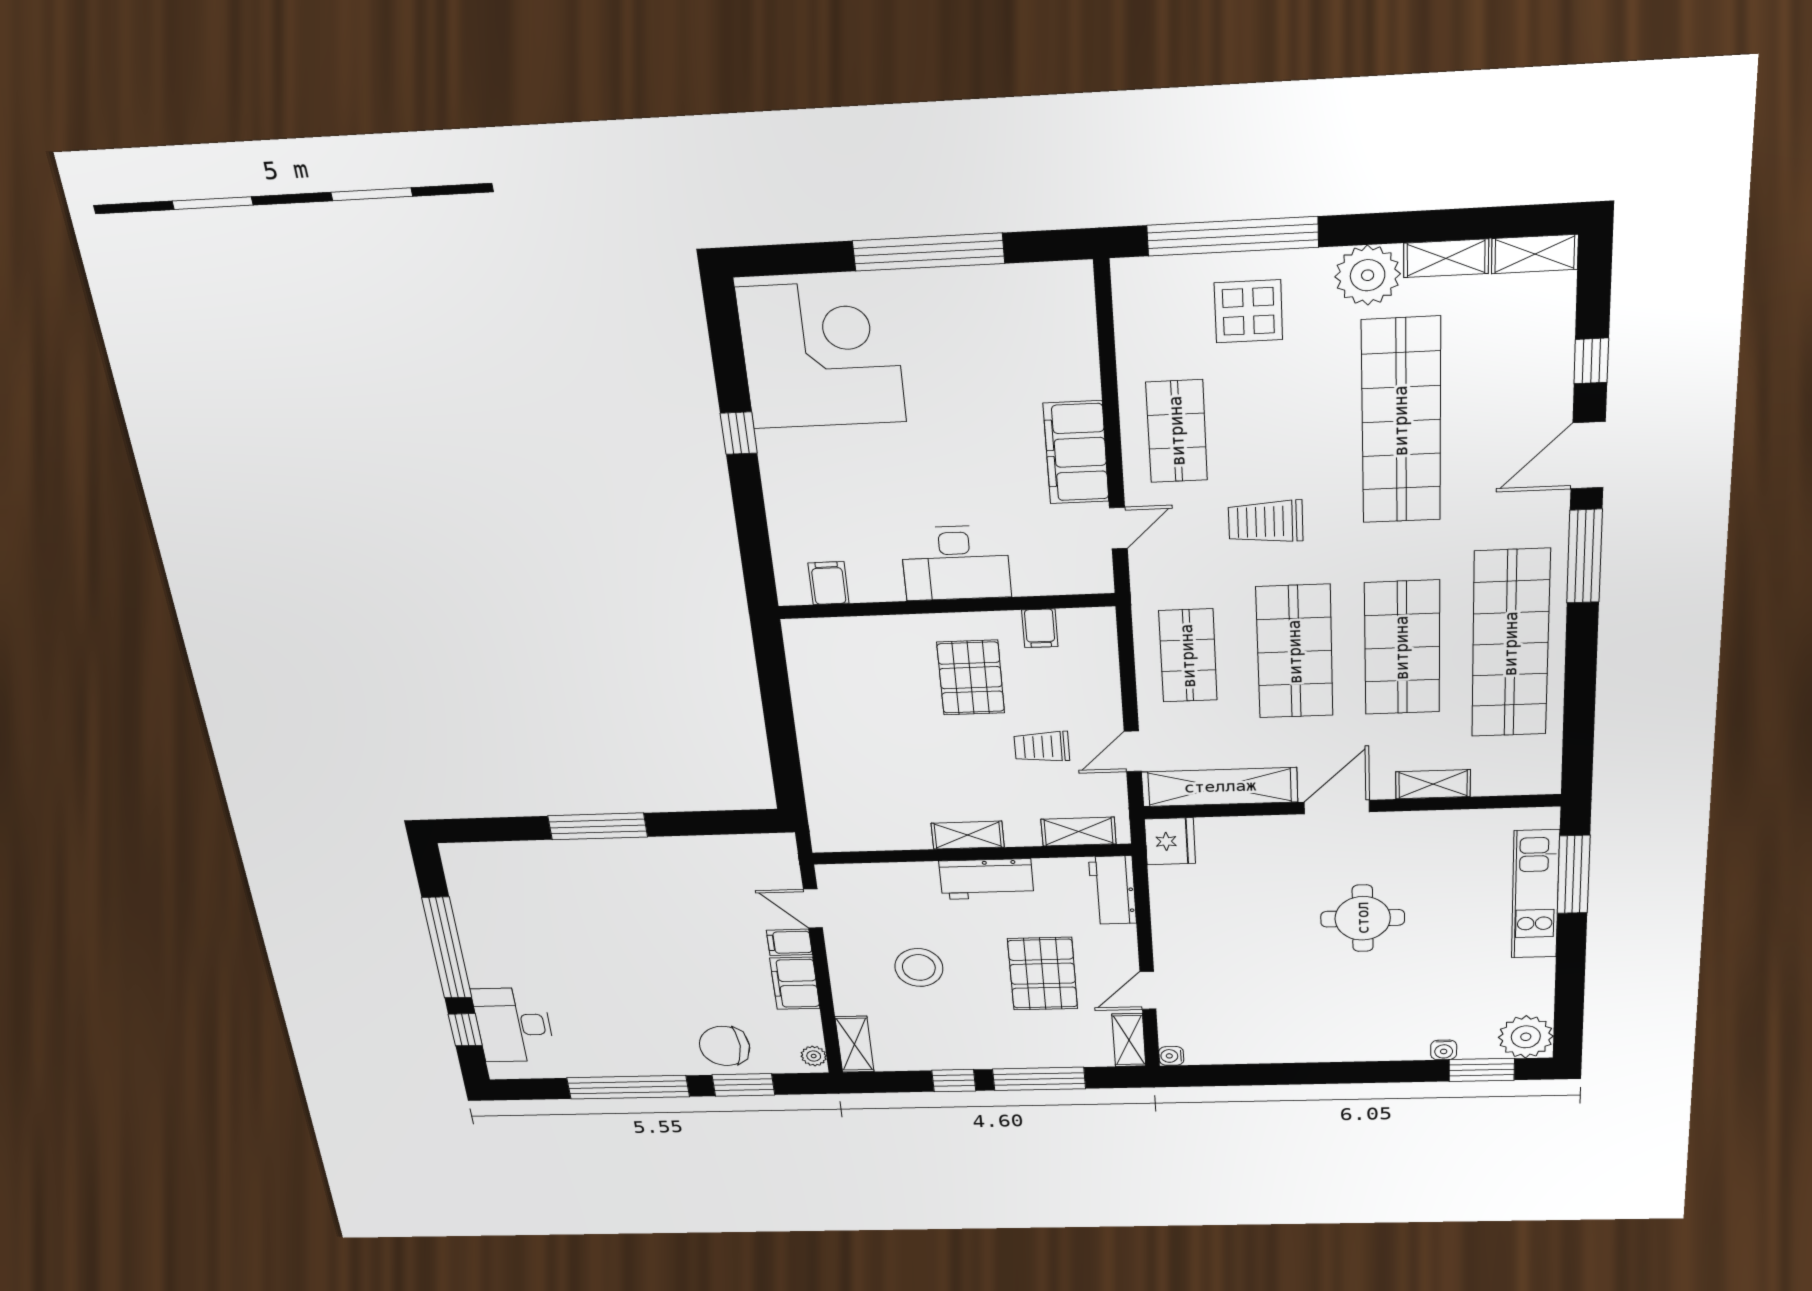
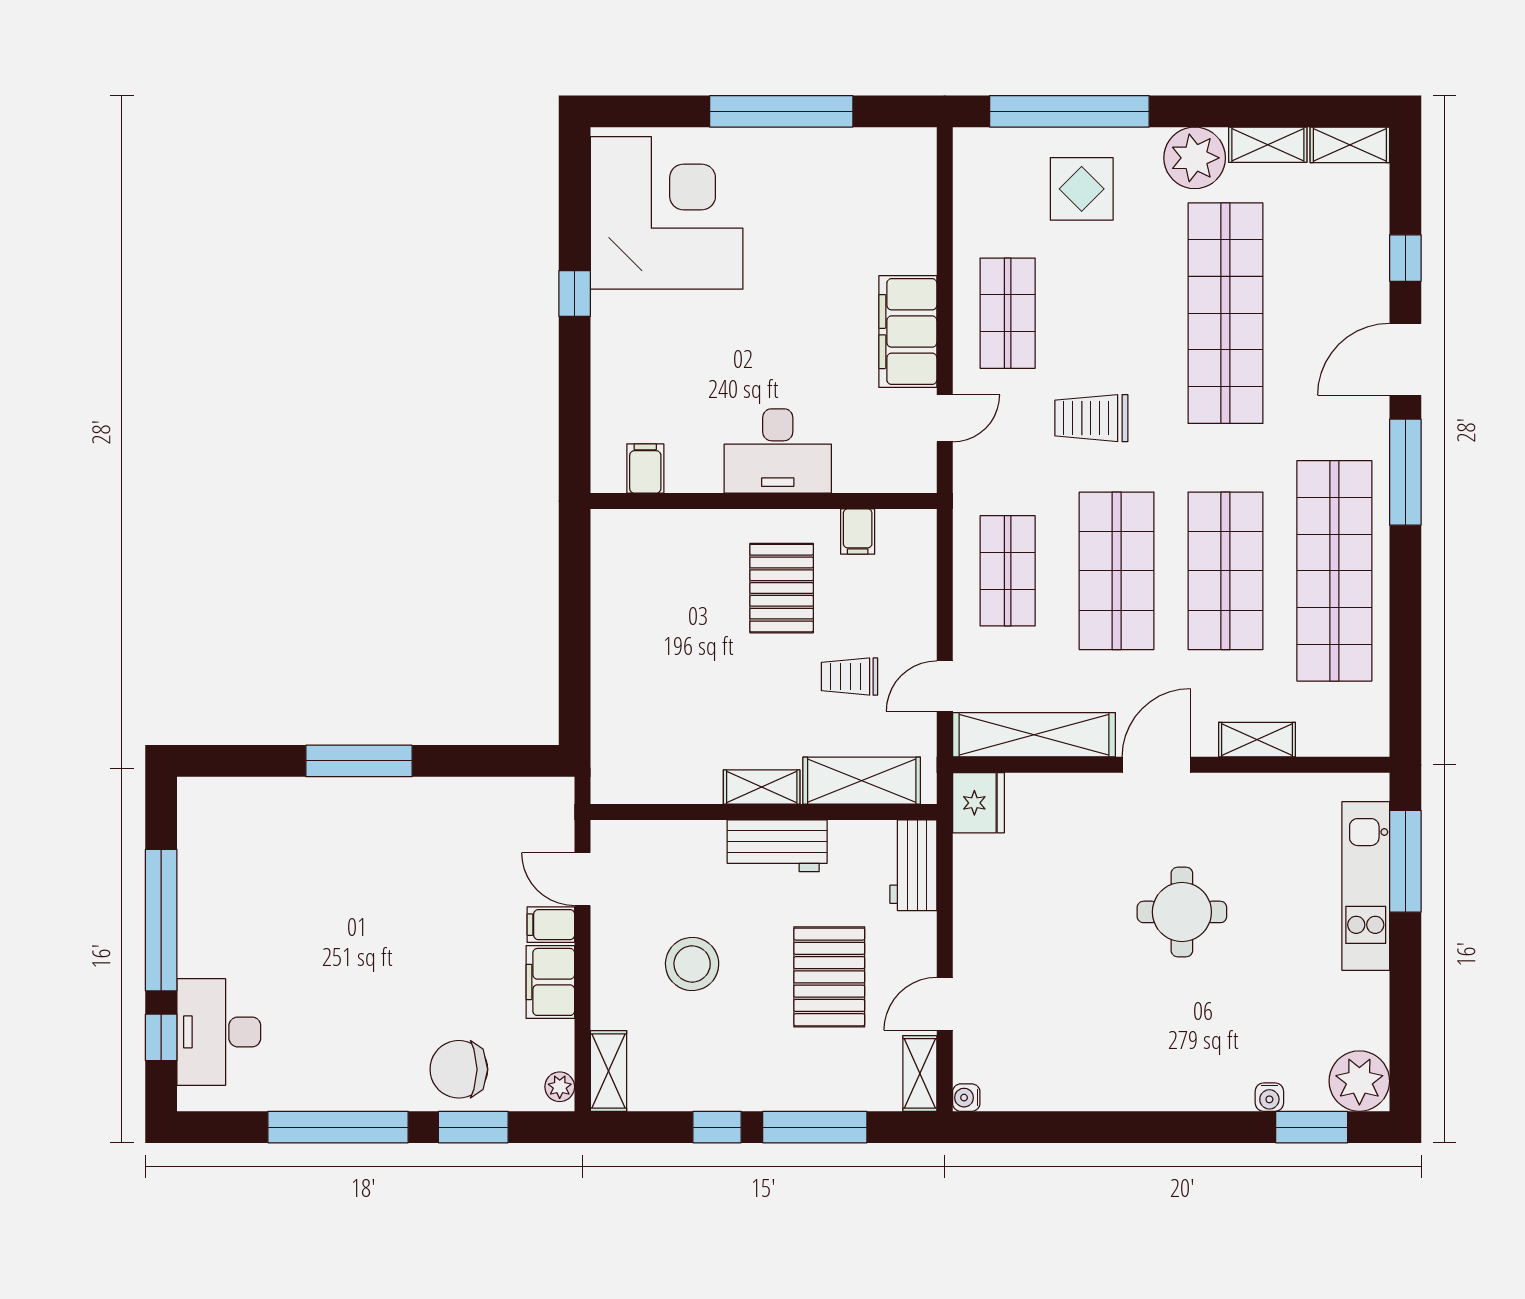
shelving: (1079, 832) -> (862, 781), width x1.50, depth x1.33

